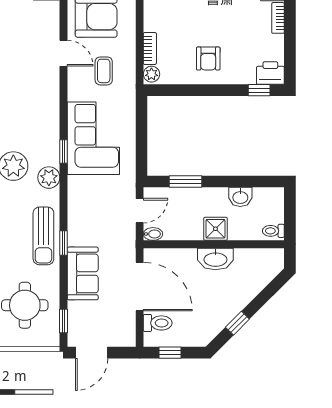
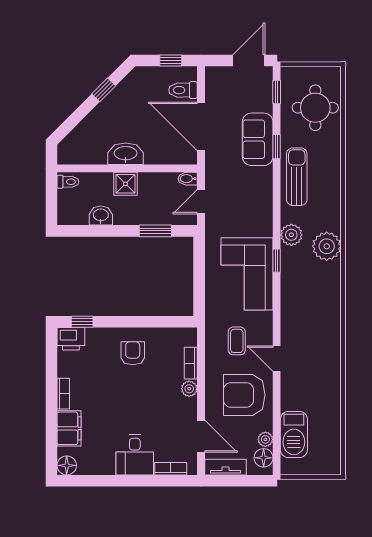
plant: (151, 74) -> (189, 389), moved
window: (64, 243) -> (277, 147), moved

